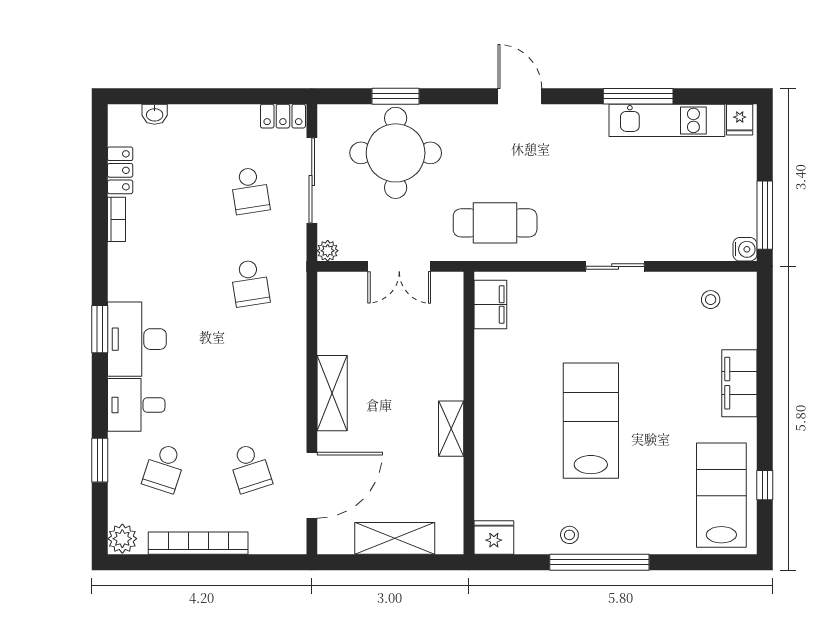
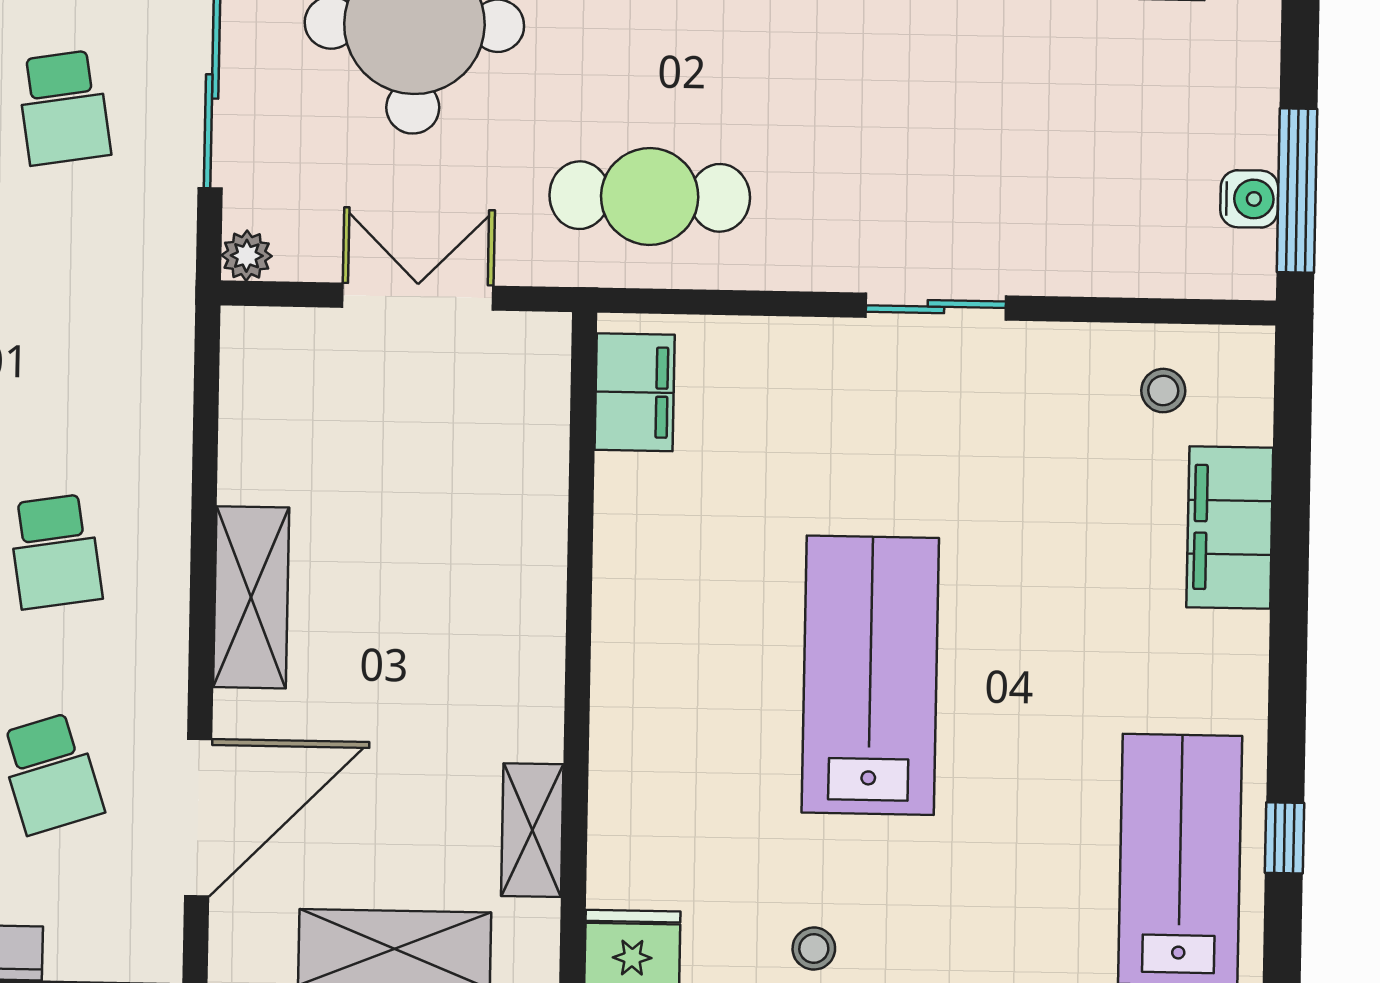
water cooler: (745, 249) -> (1249, 199), moved
double door: (399, 266) -> (418, 297), swing flipped
school desk: (250, 283) -> (55, 551), moved
filing cabinet: (739, 383) -> (1230, 527), moved
shelving: (451, 429) -> (532, 830), moved

